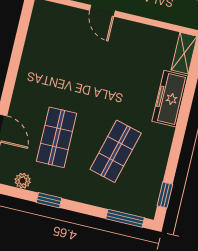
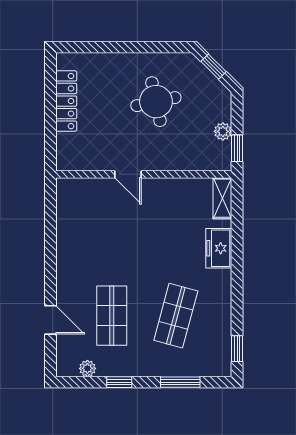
freezer: (170, 99) -> (219, 248), width x0.71
window: (125, 218) -> (180, 382), moved

